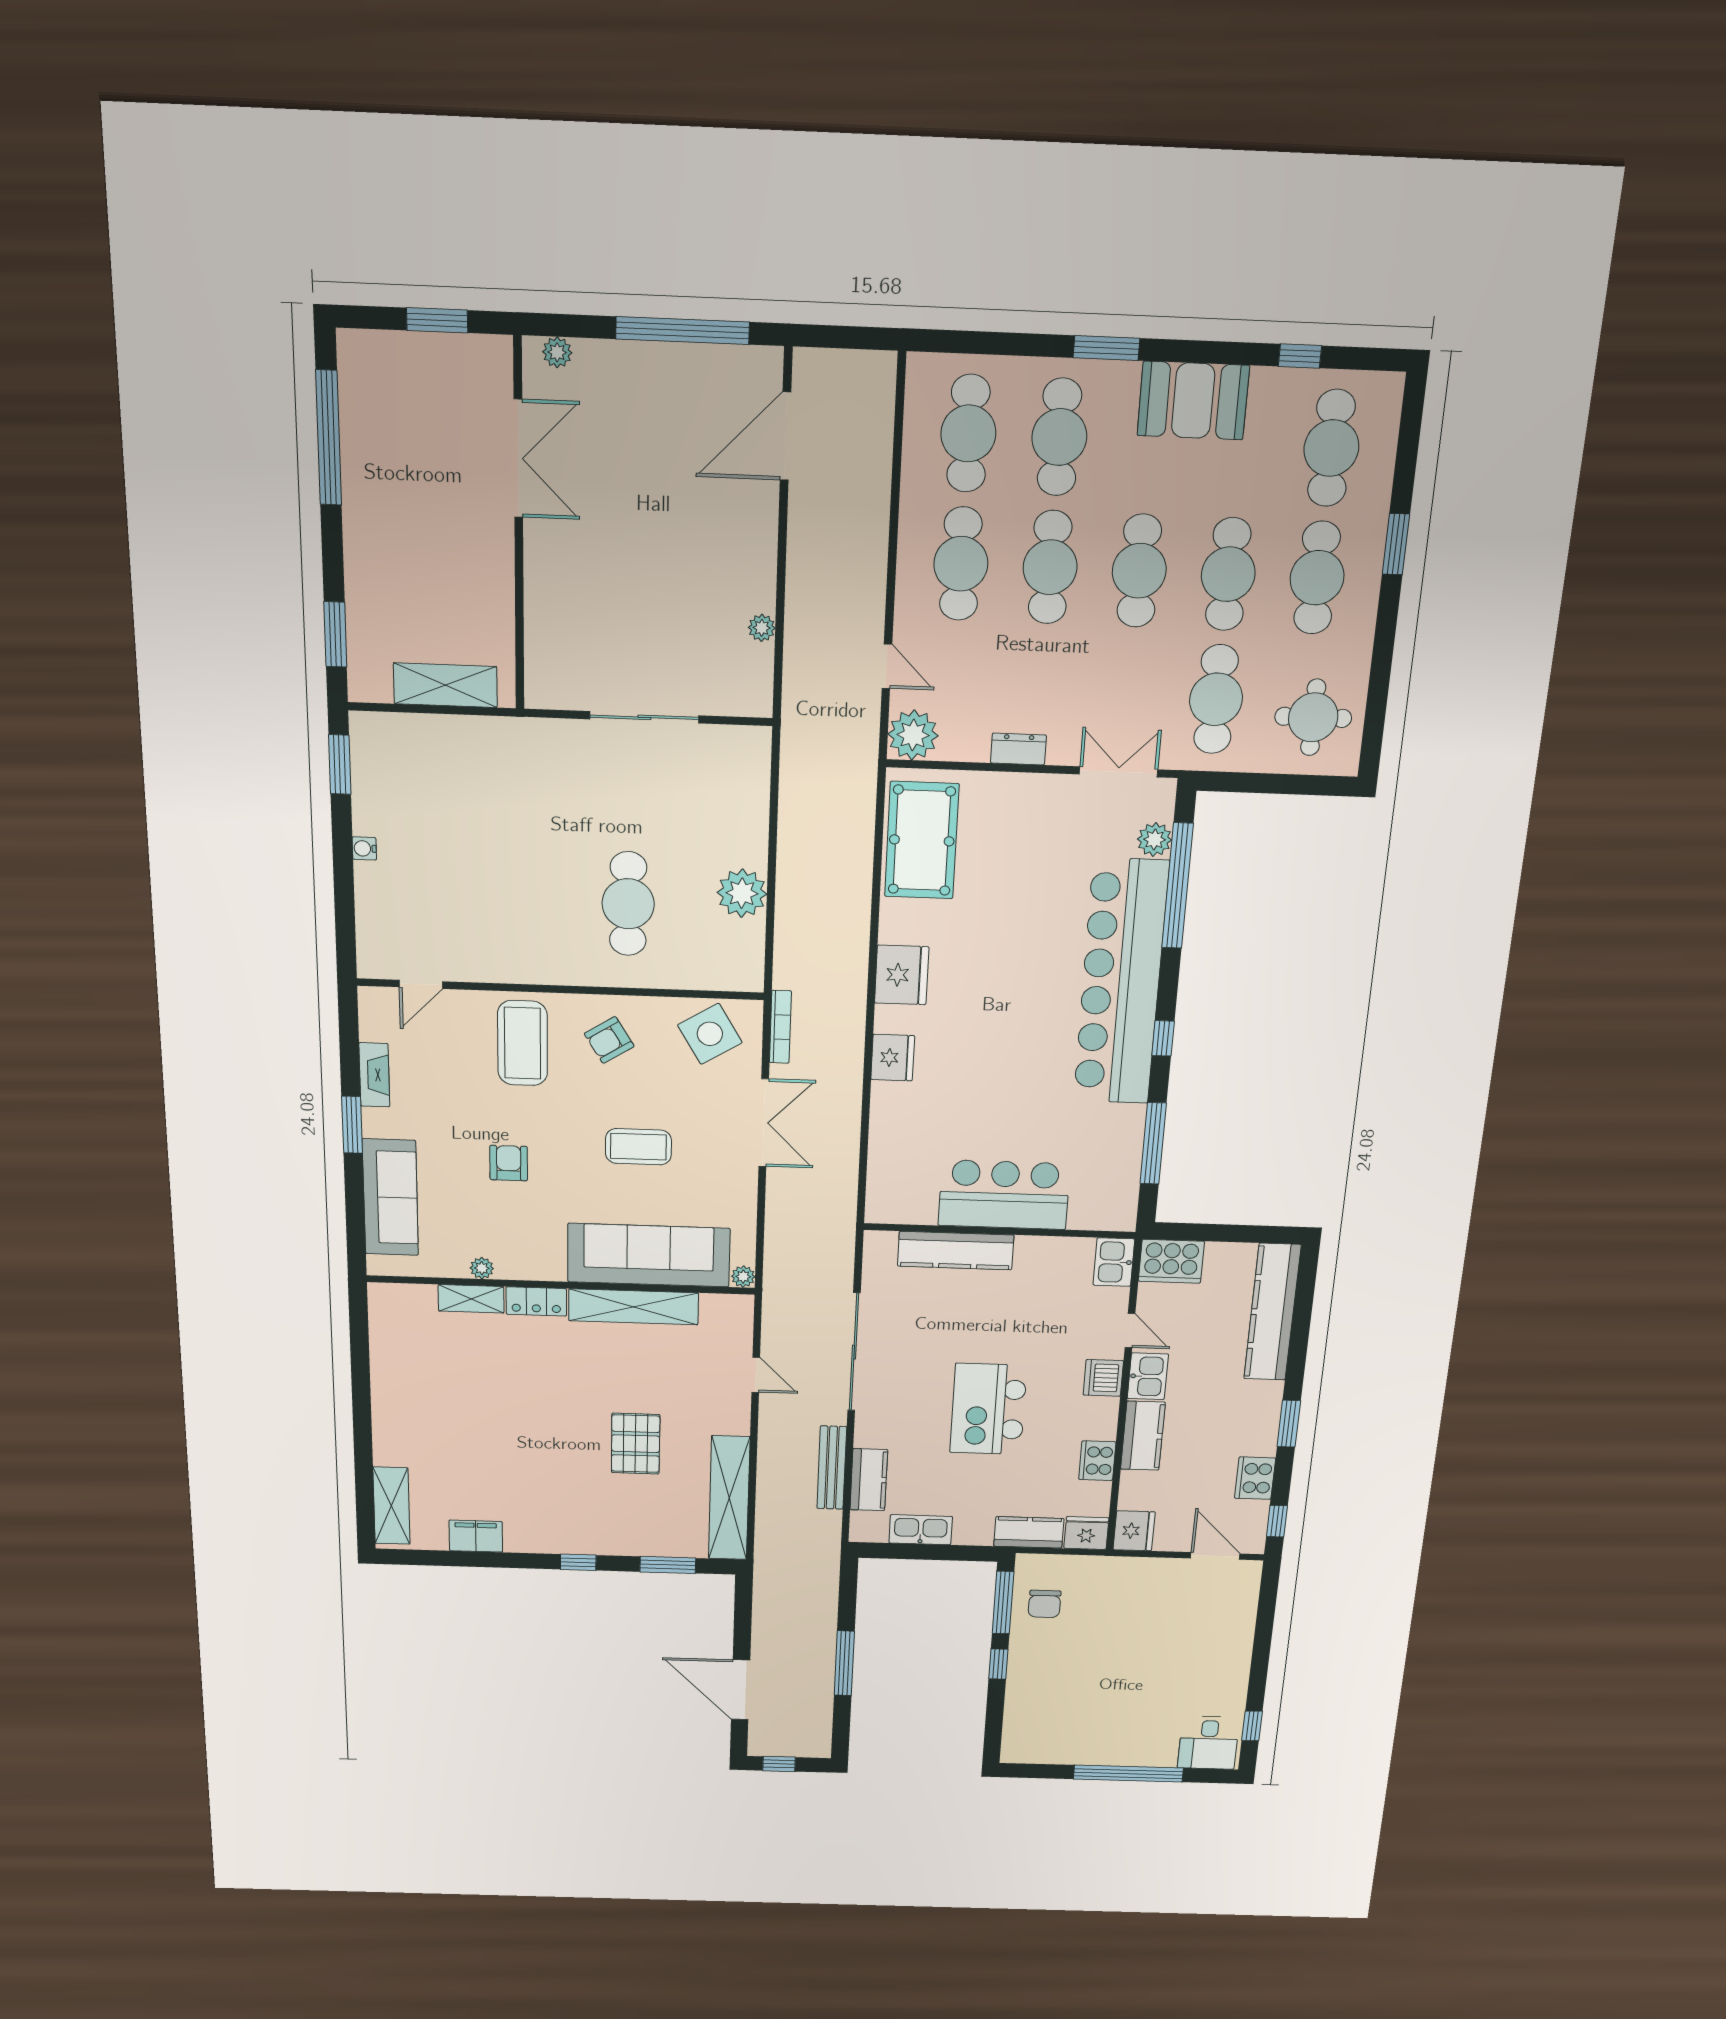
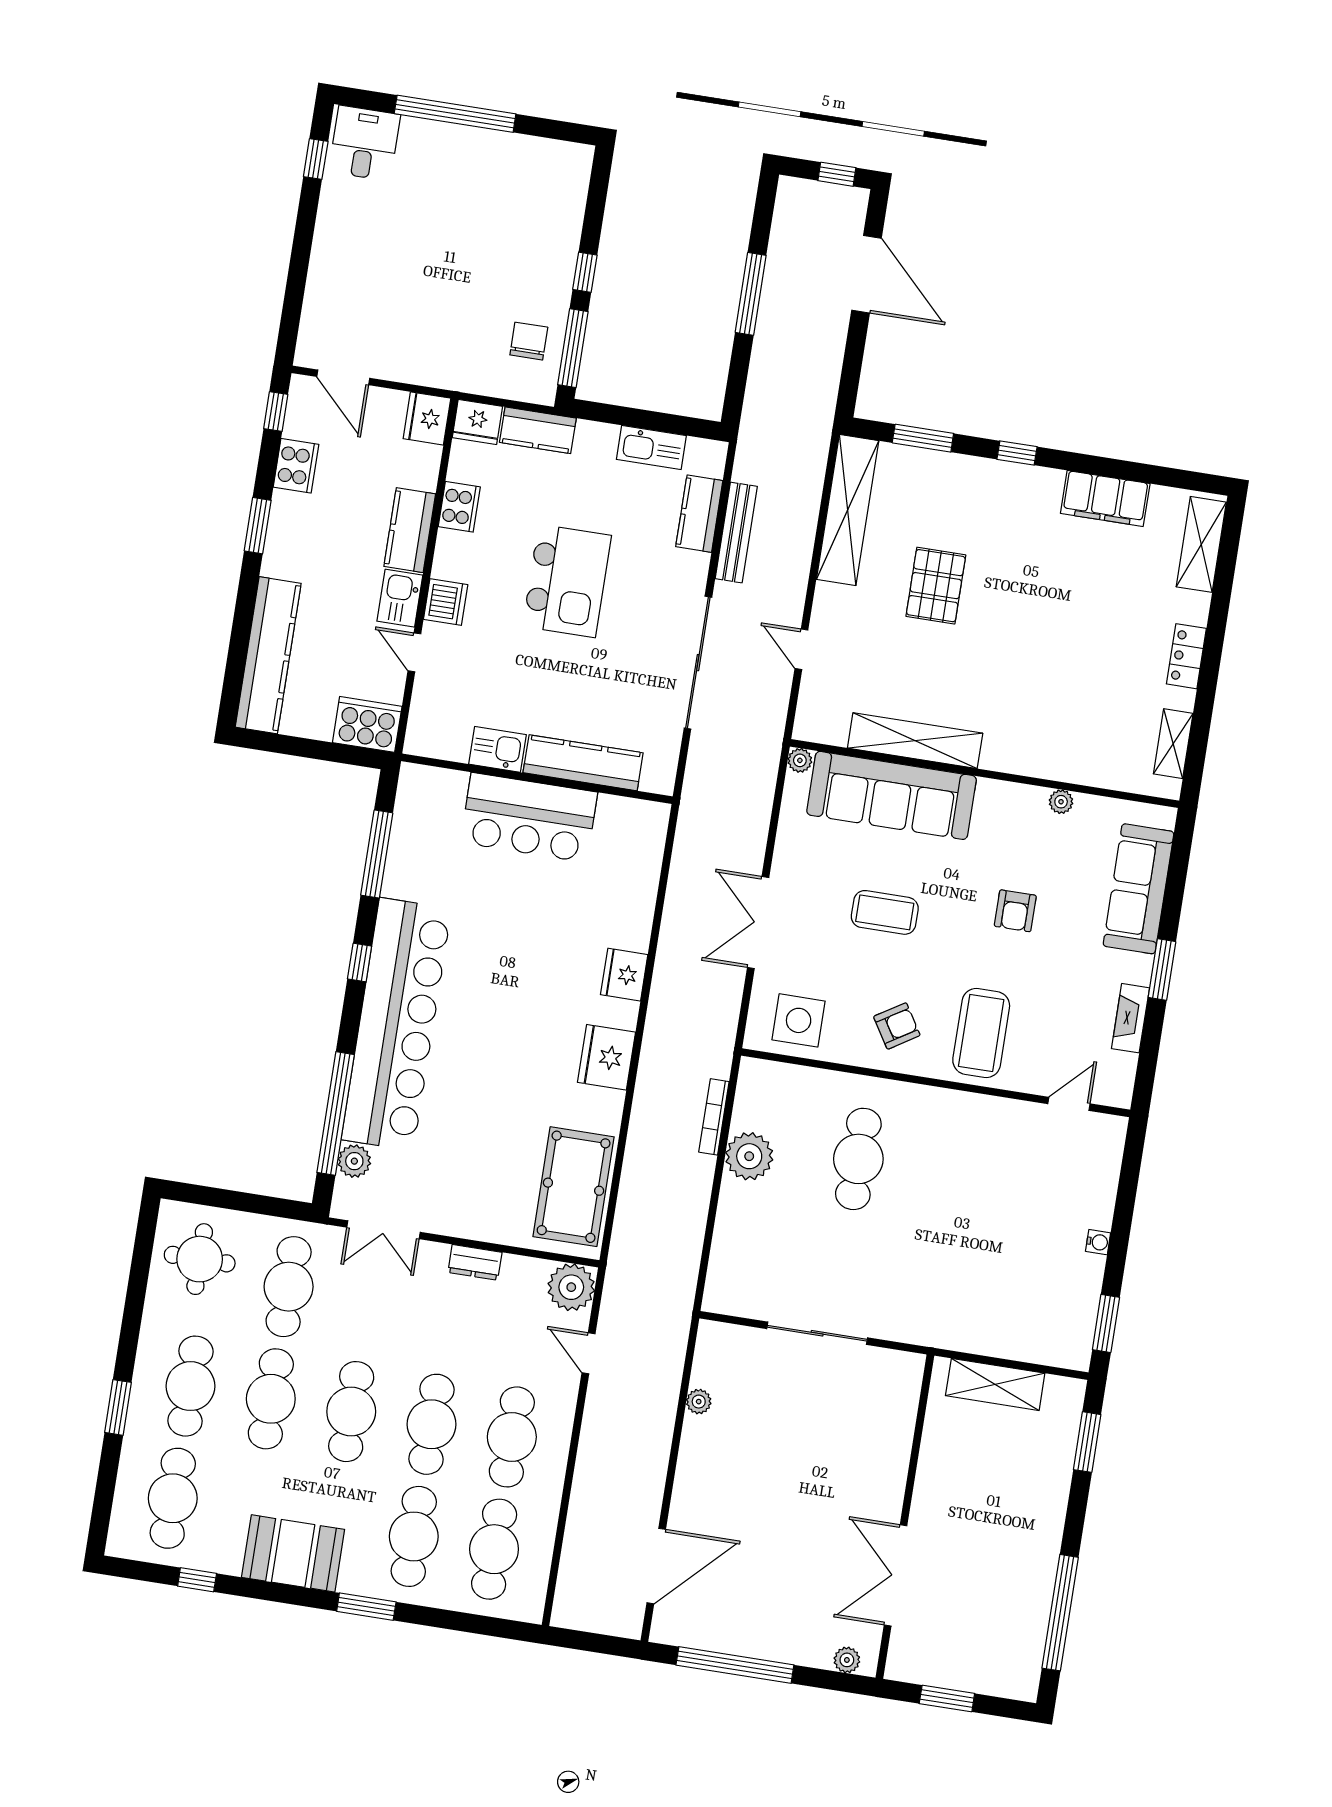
bookcase: (780, 1027) -> (714, 1117), moved
side table: (710, 1034) -> (799, 1020), turned 31
kitchen sink: (1114, 1262) -> (498, 749), moved, turned -90
shelving: (471, 1299) -> (1173, 744), moved, turned 90
locker: (536, 1301) -> (1186, 656), moved, turned -90
filing cabinet: (476, 1536) -> (1105, 499), width x1.50, depth x1.17

